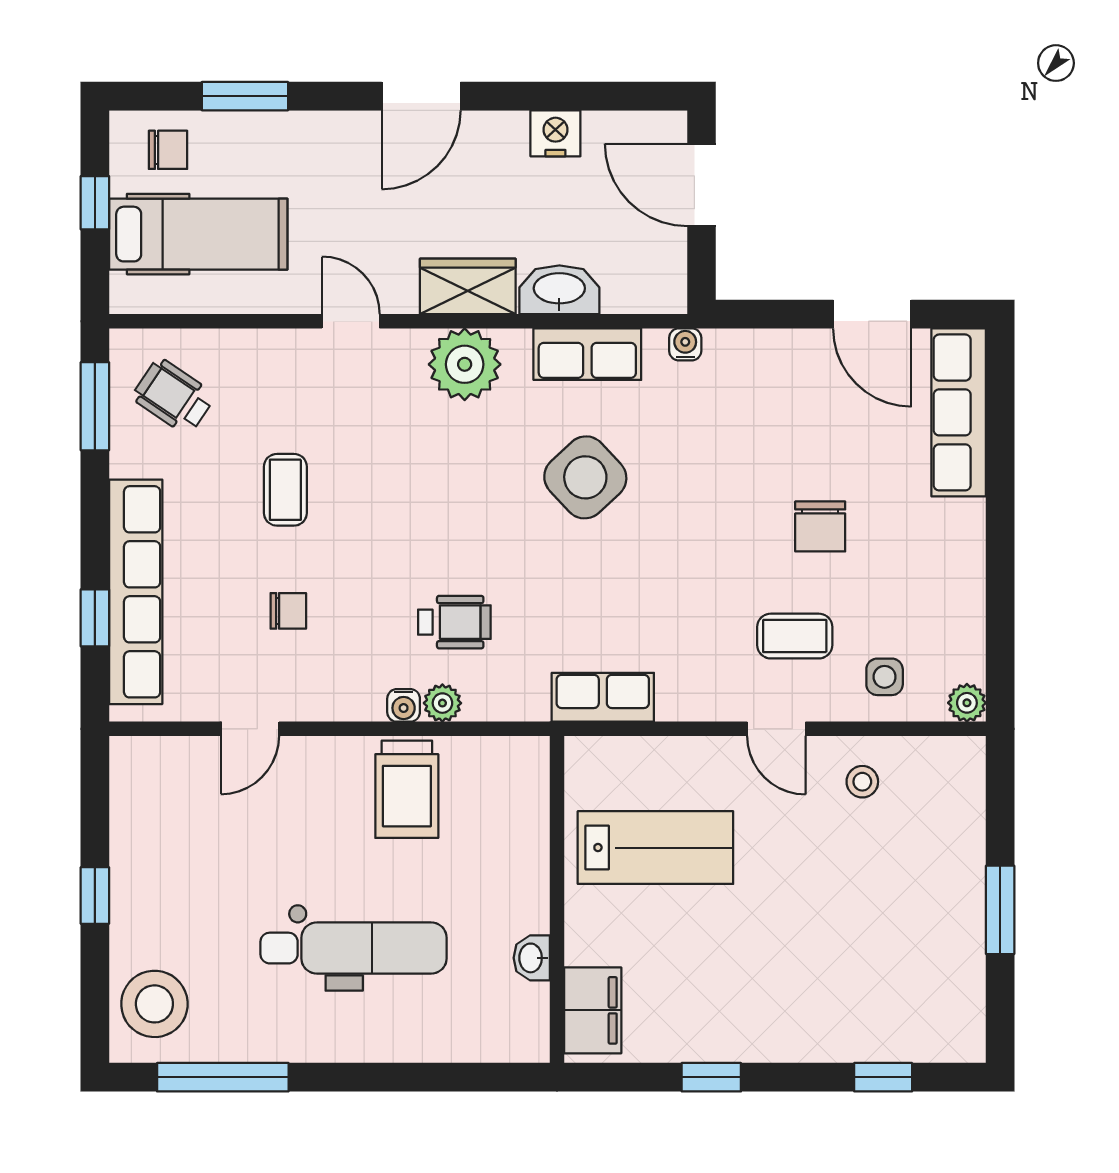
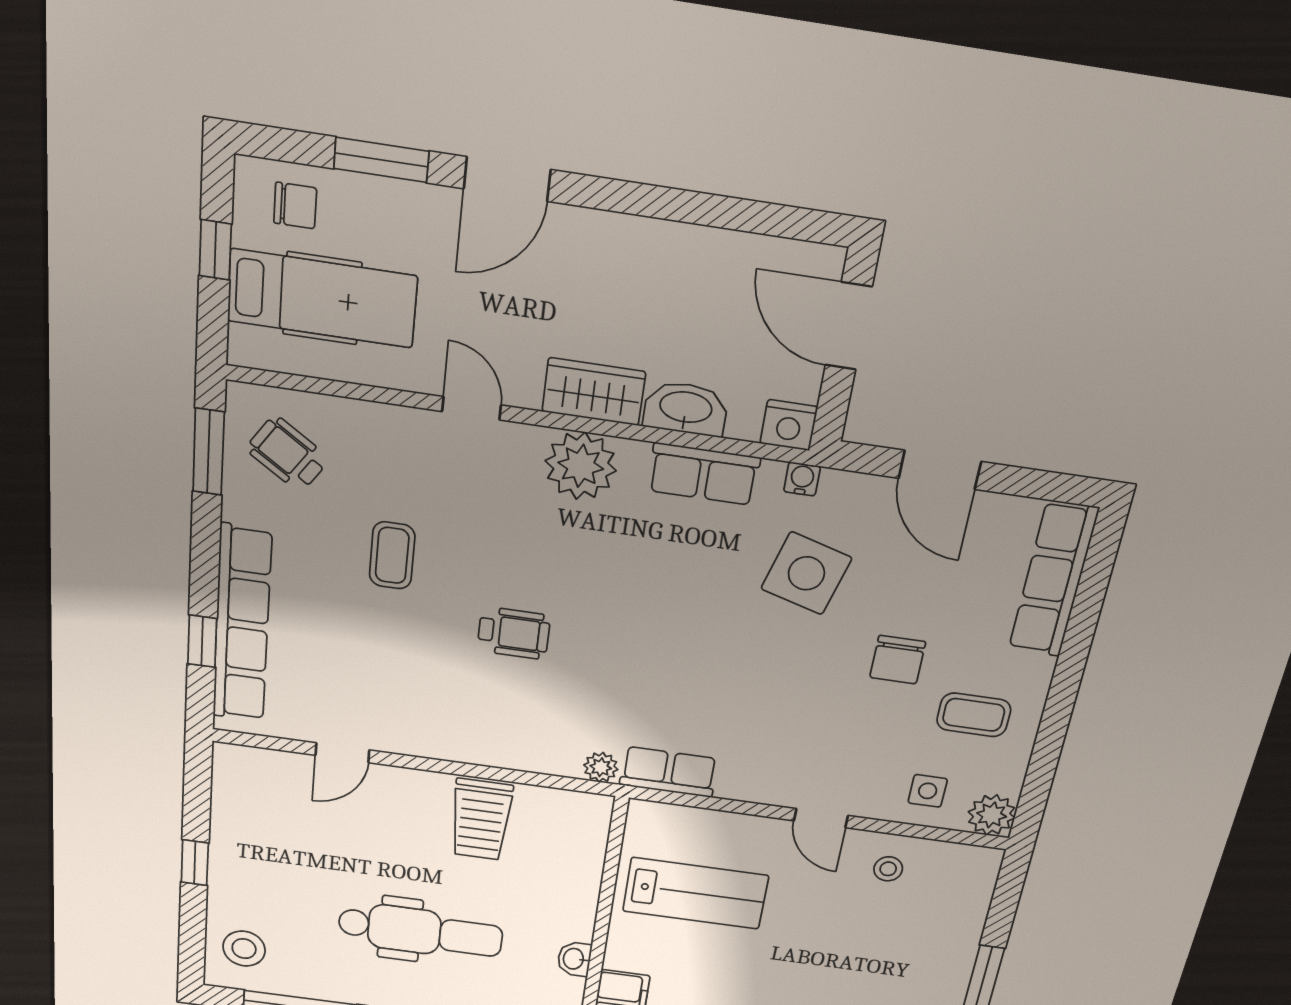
door: (421, 96) -> (507, 179), moved
nightstand: (555, 133) -> (789, 425), moved, turned 180
door: (872, 314) -> (940, 470), moved
side table: (585, 477) -> (806, 573), moved, turned -31
chair: (288, 611) -> (386, 661), removed
wheelchair: (454, 622) -> (514, 633), moved
coffee table: (795, 636) -> (974, 715), moved
plant: (442, 703) -> (601, 767), moved
plant: (967, 703) -> (992, 815), width x1.38, depth x1.38
water cooler: (404, 705) -> (486, 753), removed
stool: (154, 1004) -> (244, 949), width x0.73, depth x0.73

